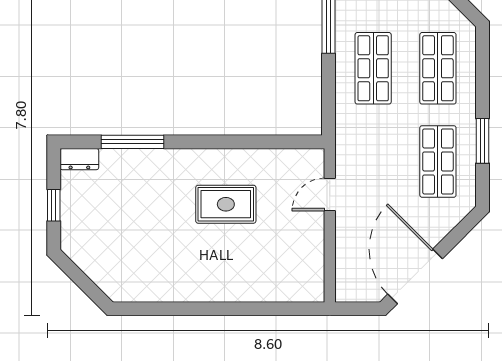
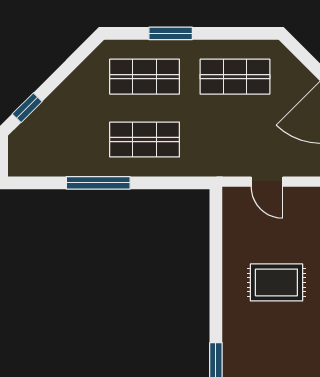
window: (483, 141) -> (171, 33), moved
rug: (226, 204) -> (276, 282), turned 90

